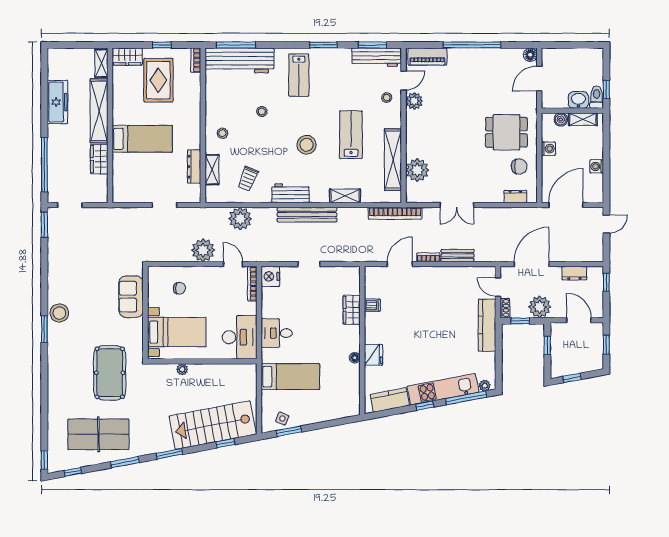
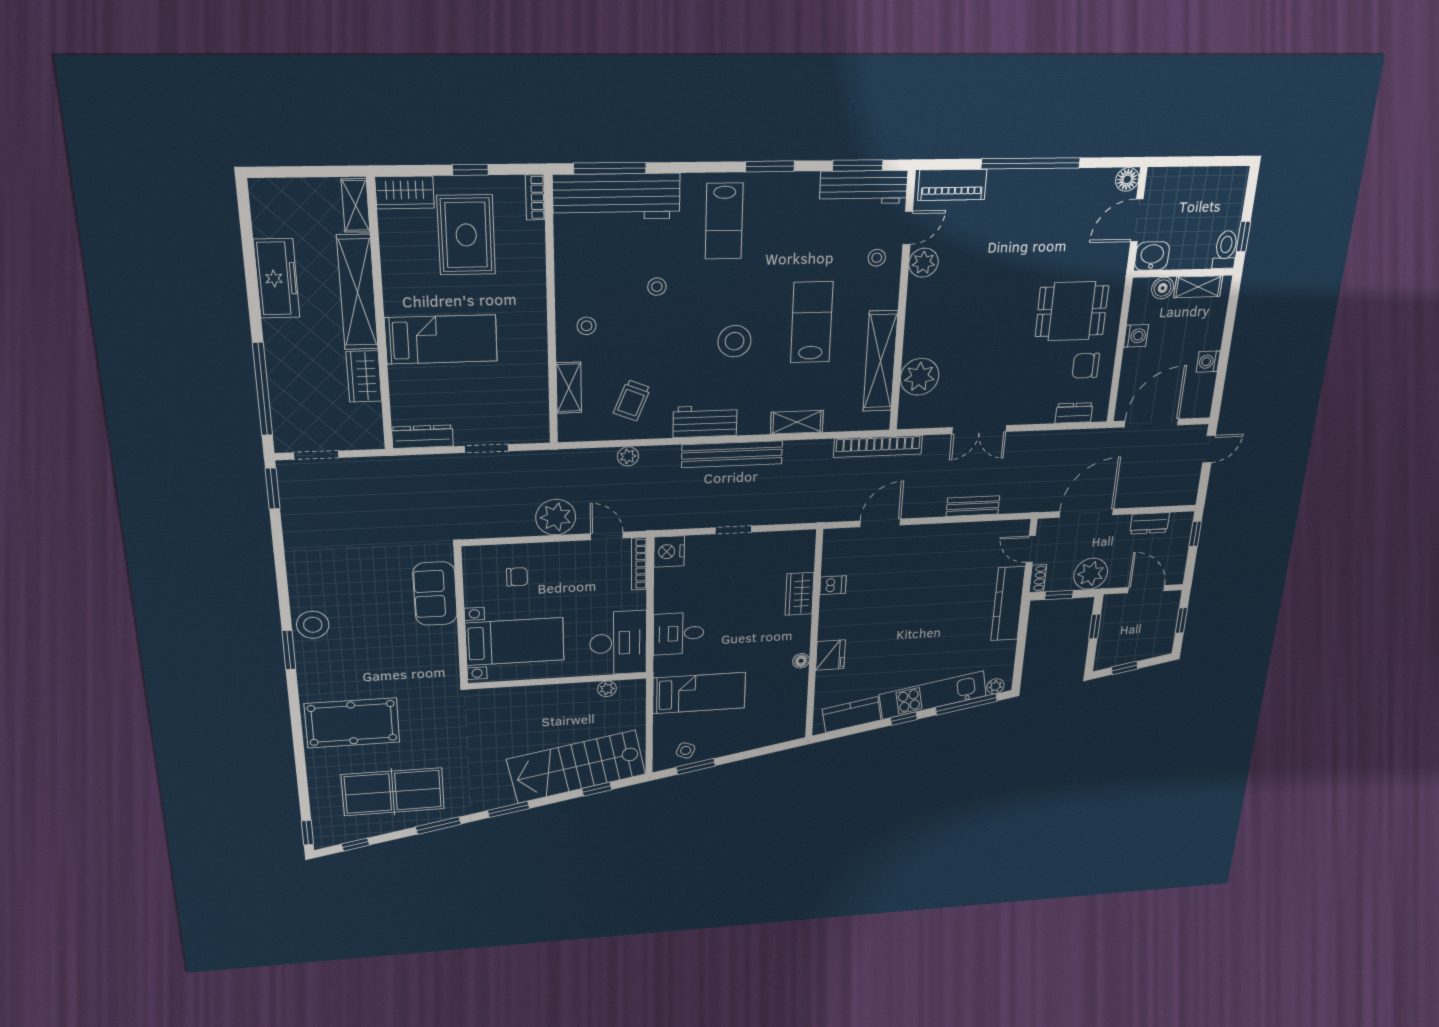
washbasin: (578, 100) -> (1152, 256), moved
chair: (519, 166) -> (1086, 366), turned 180
dresser: (194, 167) -> (422, 437), moved, turned 90
plant: (240, 219) -> (628, 456), width x0.53, depth x0.53
bookcase: (428, 257) -> (926, 511), removed
plant: (182, 369) -> (607, 689), moved
pool table: (110, 373) -> (352, 723), moved, turned 90

